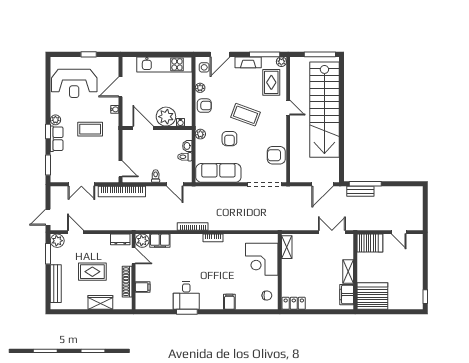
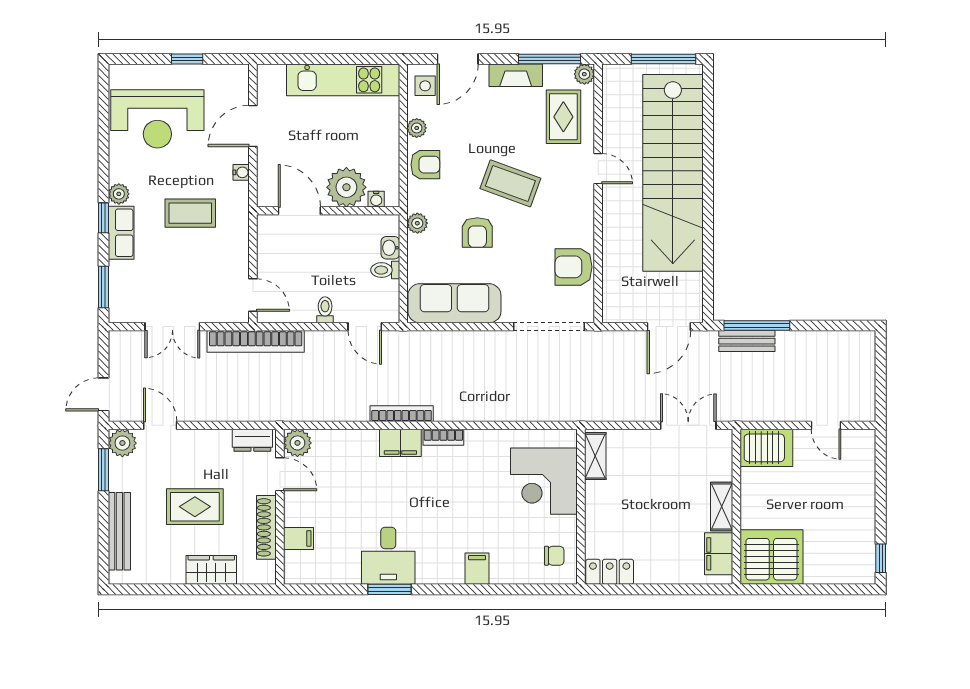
filing cabinet: (160, 241) -> (400, 443), moved

